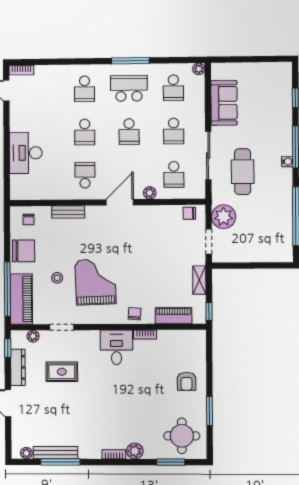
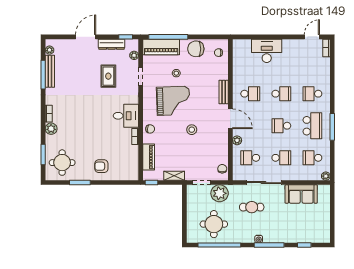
school desk: (174, 131) -> (281, 158), turned 180
school desk: (85, 132) -> (281, 94), turned 180
cafe table: (243, 172) -> (252, 207), width x0.73, depth x0.74
bench: (68, 212) -> (224, 92), moved
round table: (267, 224) -> (214, 224), added
chair: (24, 251) -> (196, 49), turned 90
stool: (135, 256) -> (192, 130), added

